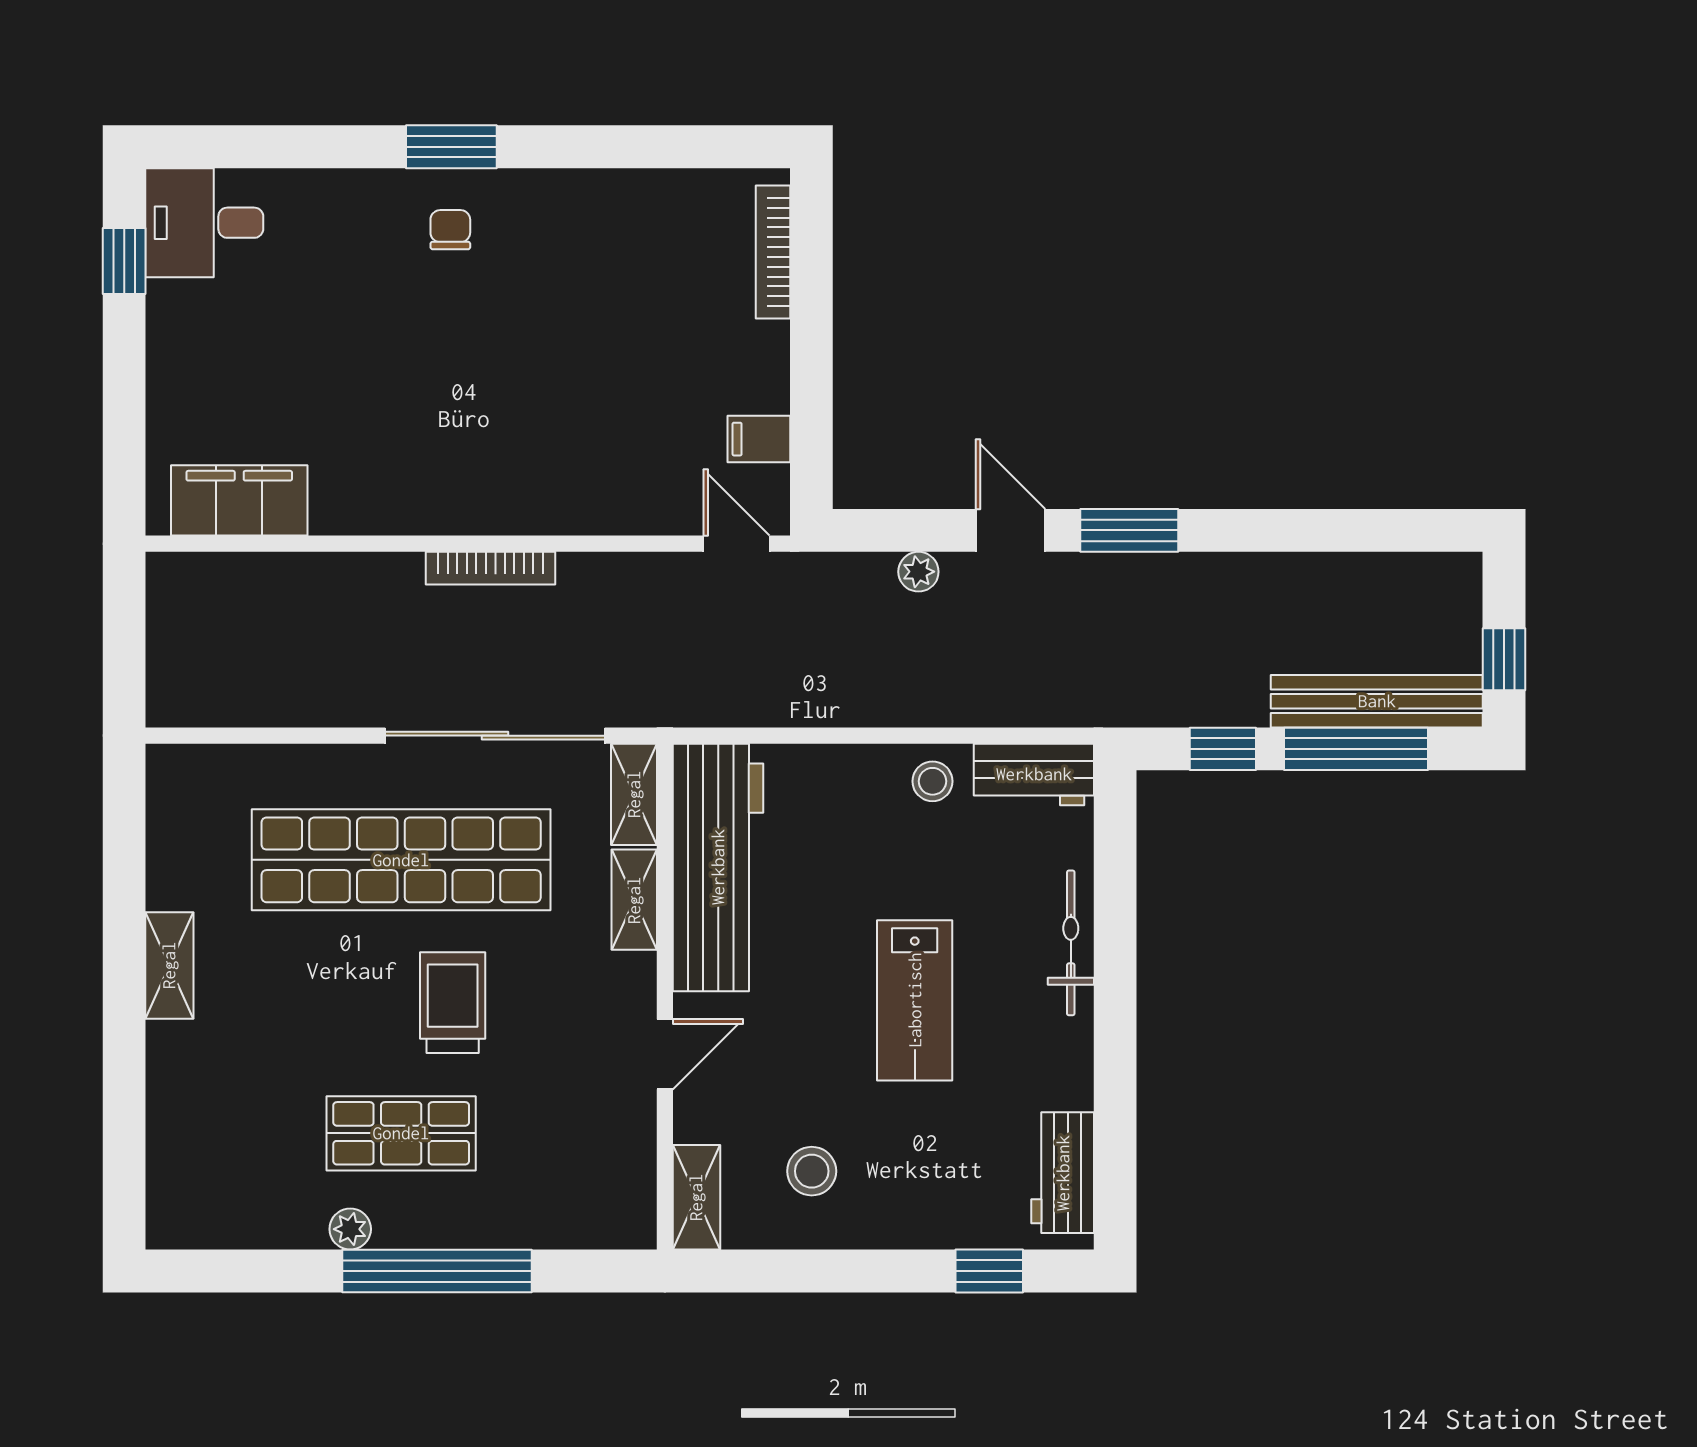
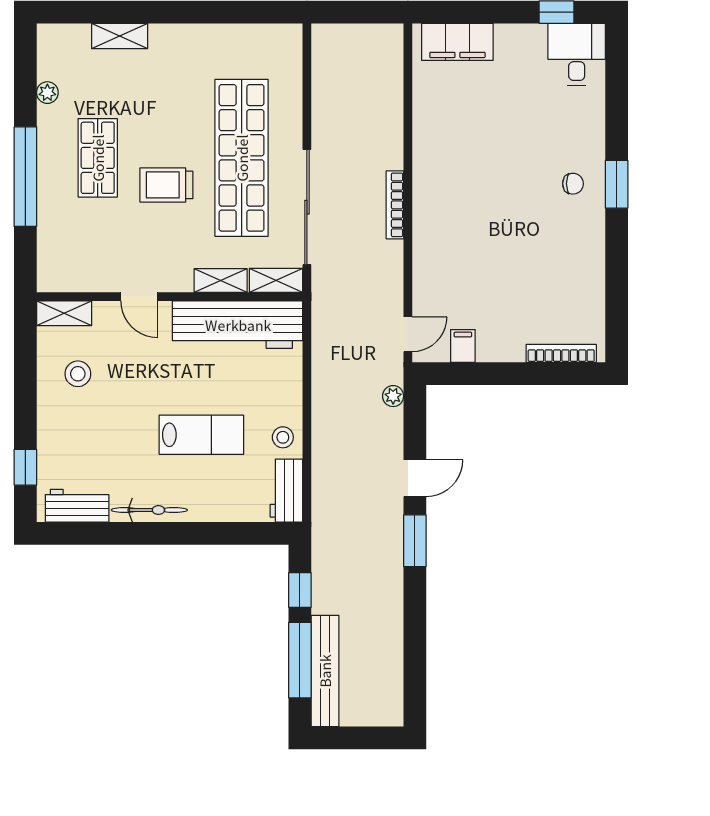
filing cabinet: (239, 500) -> (457, 42), moved, turned 90
plant: (918, 572) -> (393, 396), moved
window: (1504, 659) -> (347, 738), removed
bicycle: (1071, 943) -> (149, 510), moved
shelving: (169, 965) -> (120, 36), moved
lab bench: (915, 1000) -> (201, 435), moved, turned 180
trolley: (453, 1003) -> (166, 185), turned 180
plant: (350, 1229) -> (47, 93), moved

